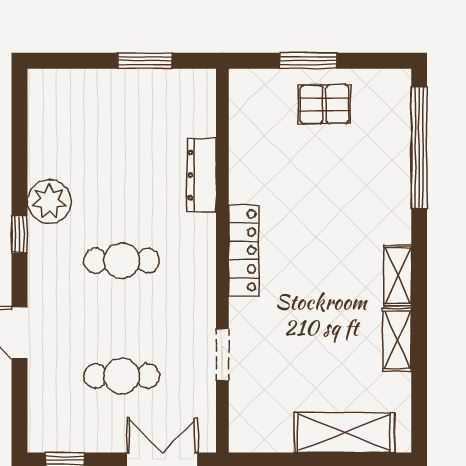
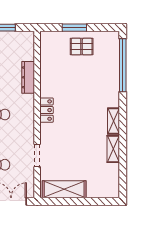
locker: (244, 251) -> (47, 110), width x0.66
shelving: (344, 433) -> (64, 189), moved

